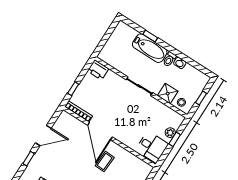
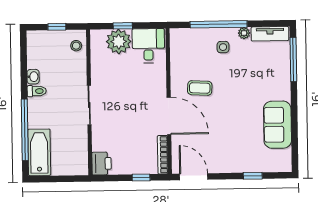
window: (150, 36) -> (25, 130), width x3.17
bathtub: (150, 48) -> (39, 152), moved
shower: (168, 94) -> (77, 68), removed
door: (100, 131) -> (169, 116), hinge flipped
plant: (170, 133) -> (119, 42), width x1.87, depth x1.87
door: (43, 136) -> (194, 177), moved

